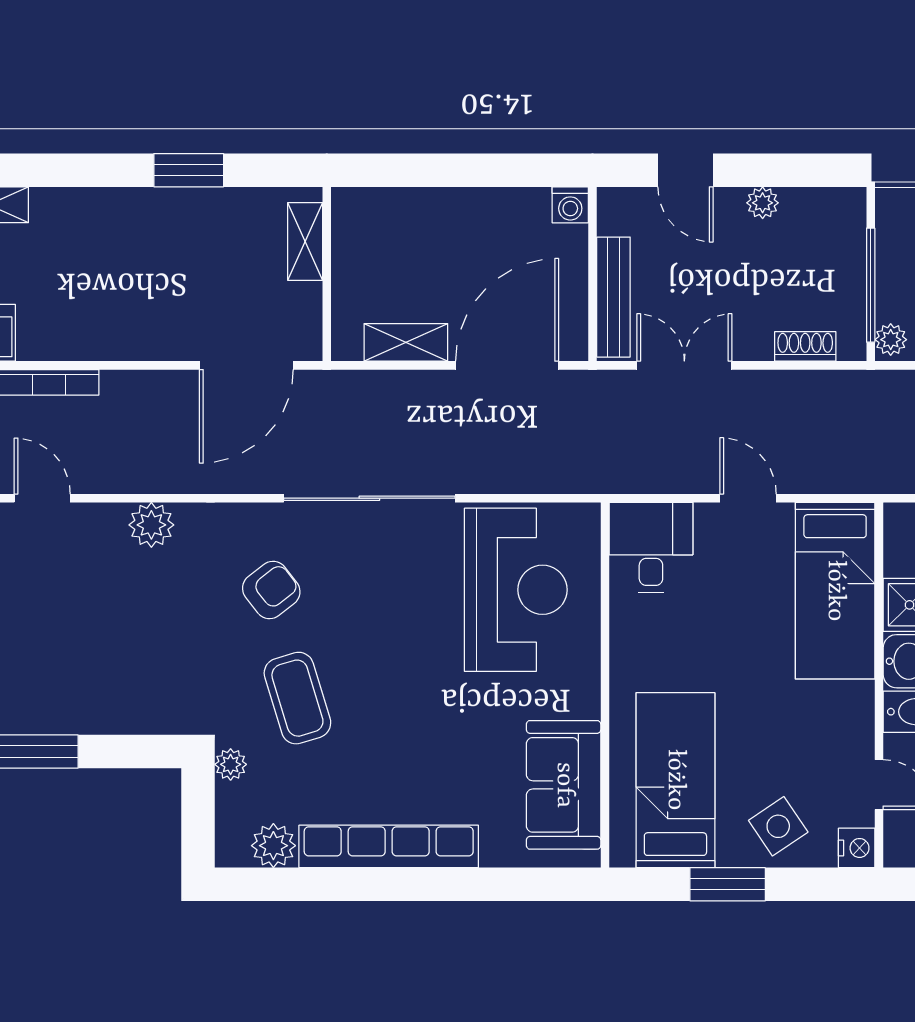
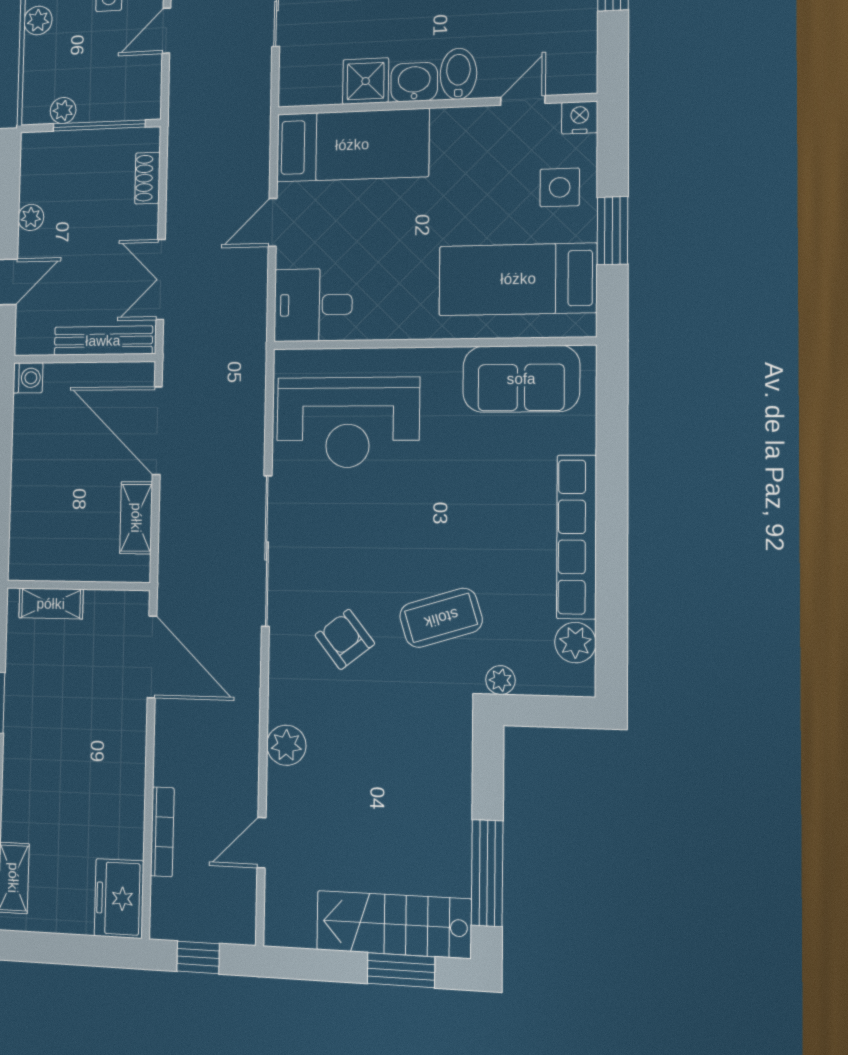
plant: (891, 340) -> (63, 110), moved
reception desk: (516, 590) -> (348, 422), turned 180
side table: (778, 826) -> (560, 187), turned 34

